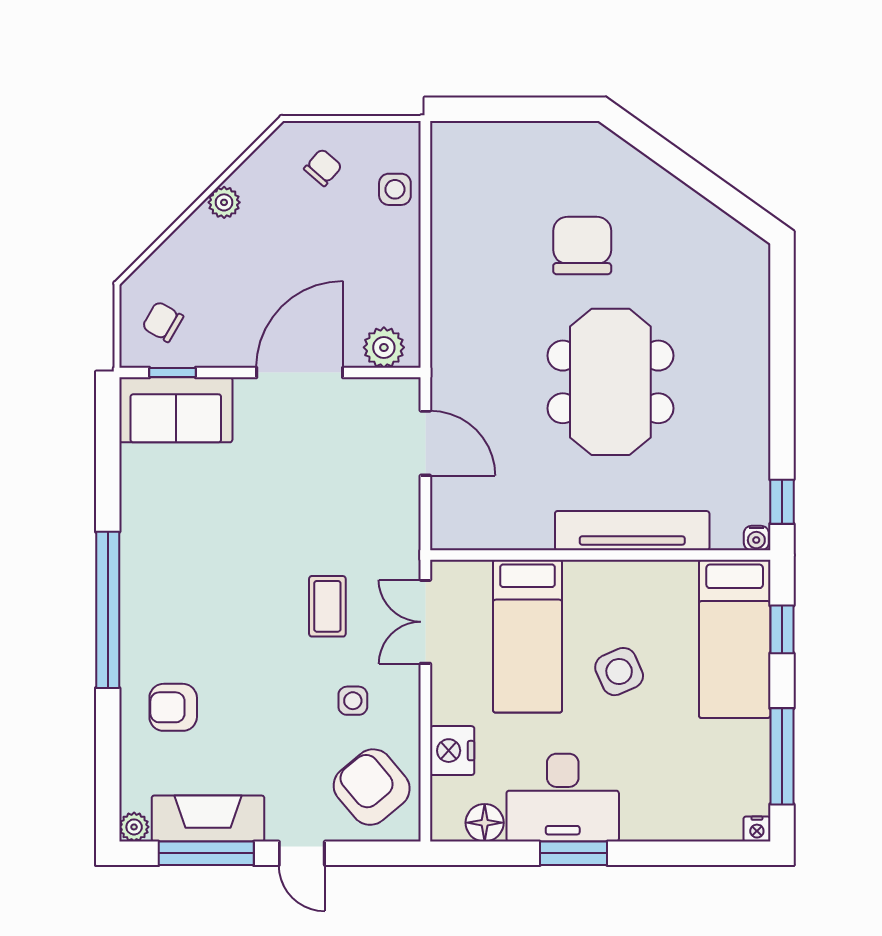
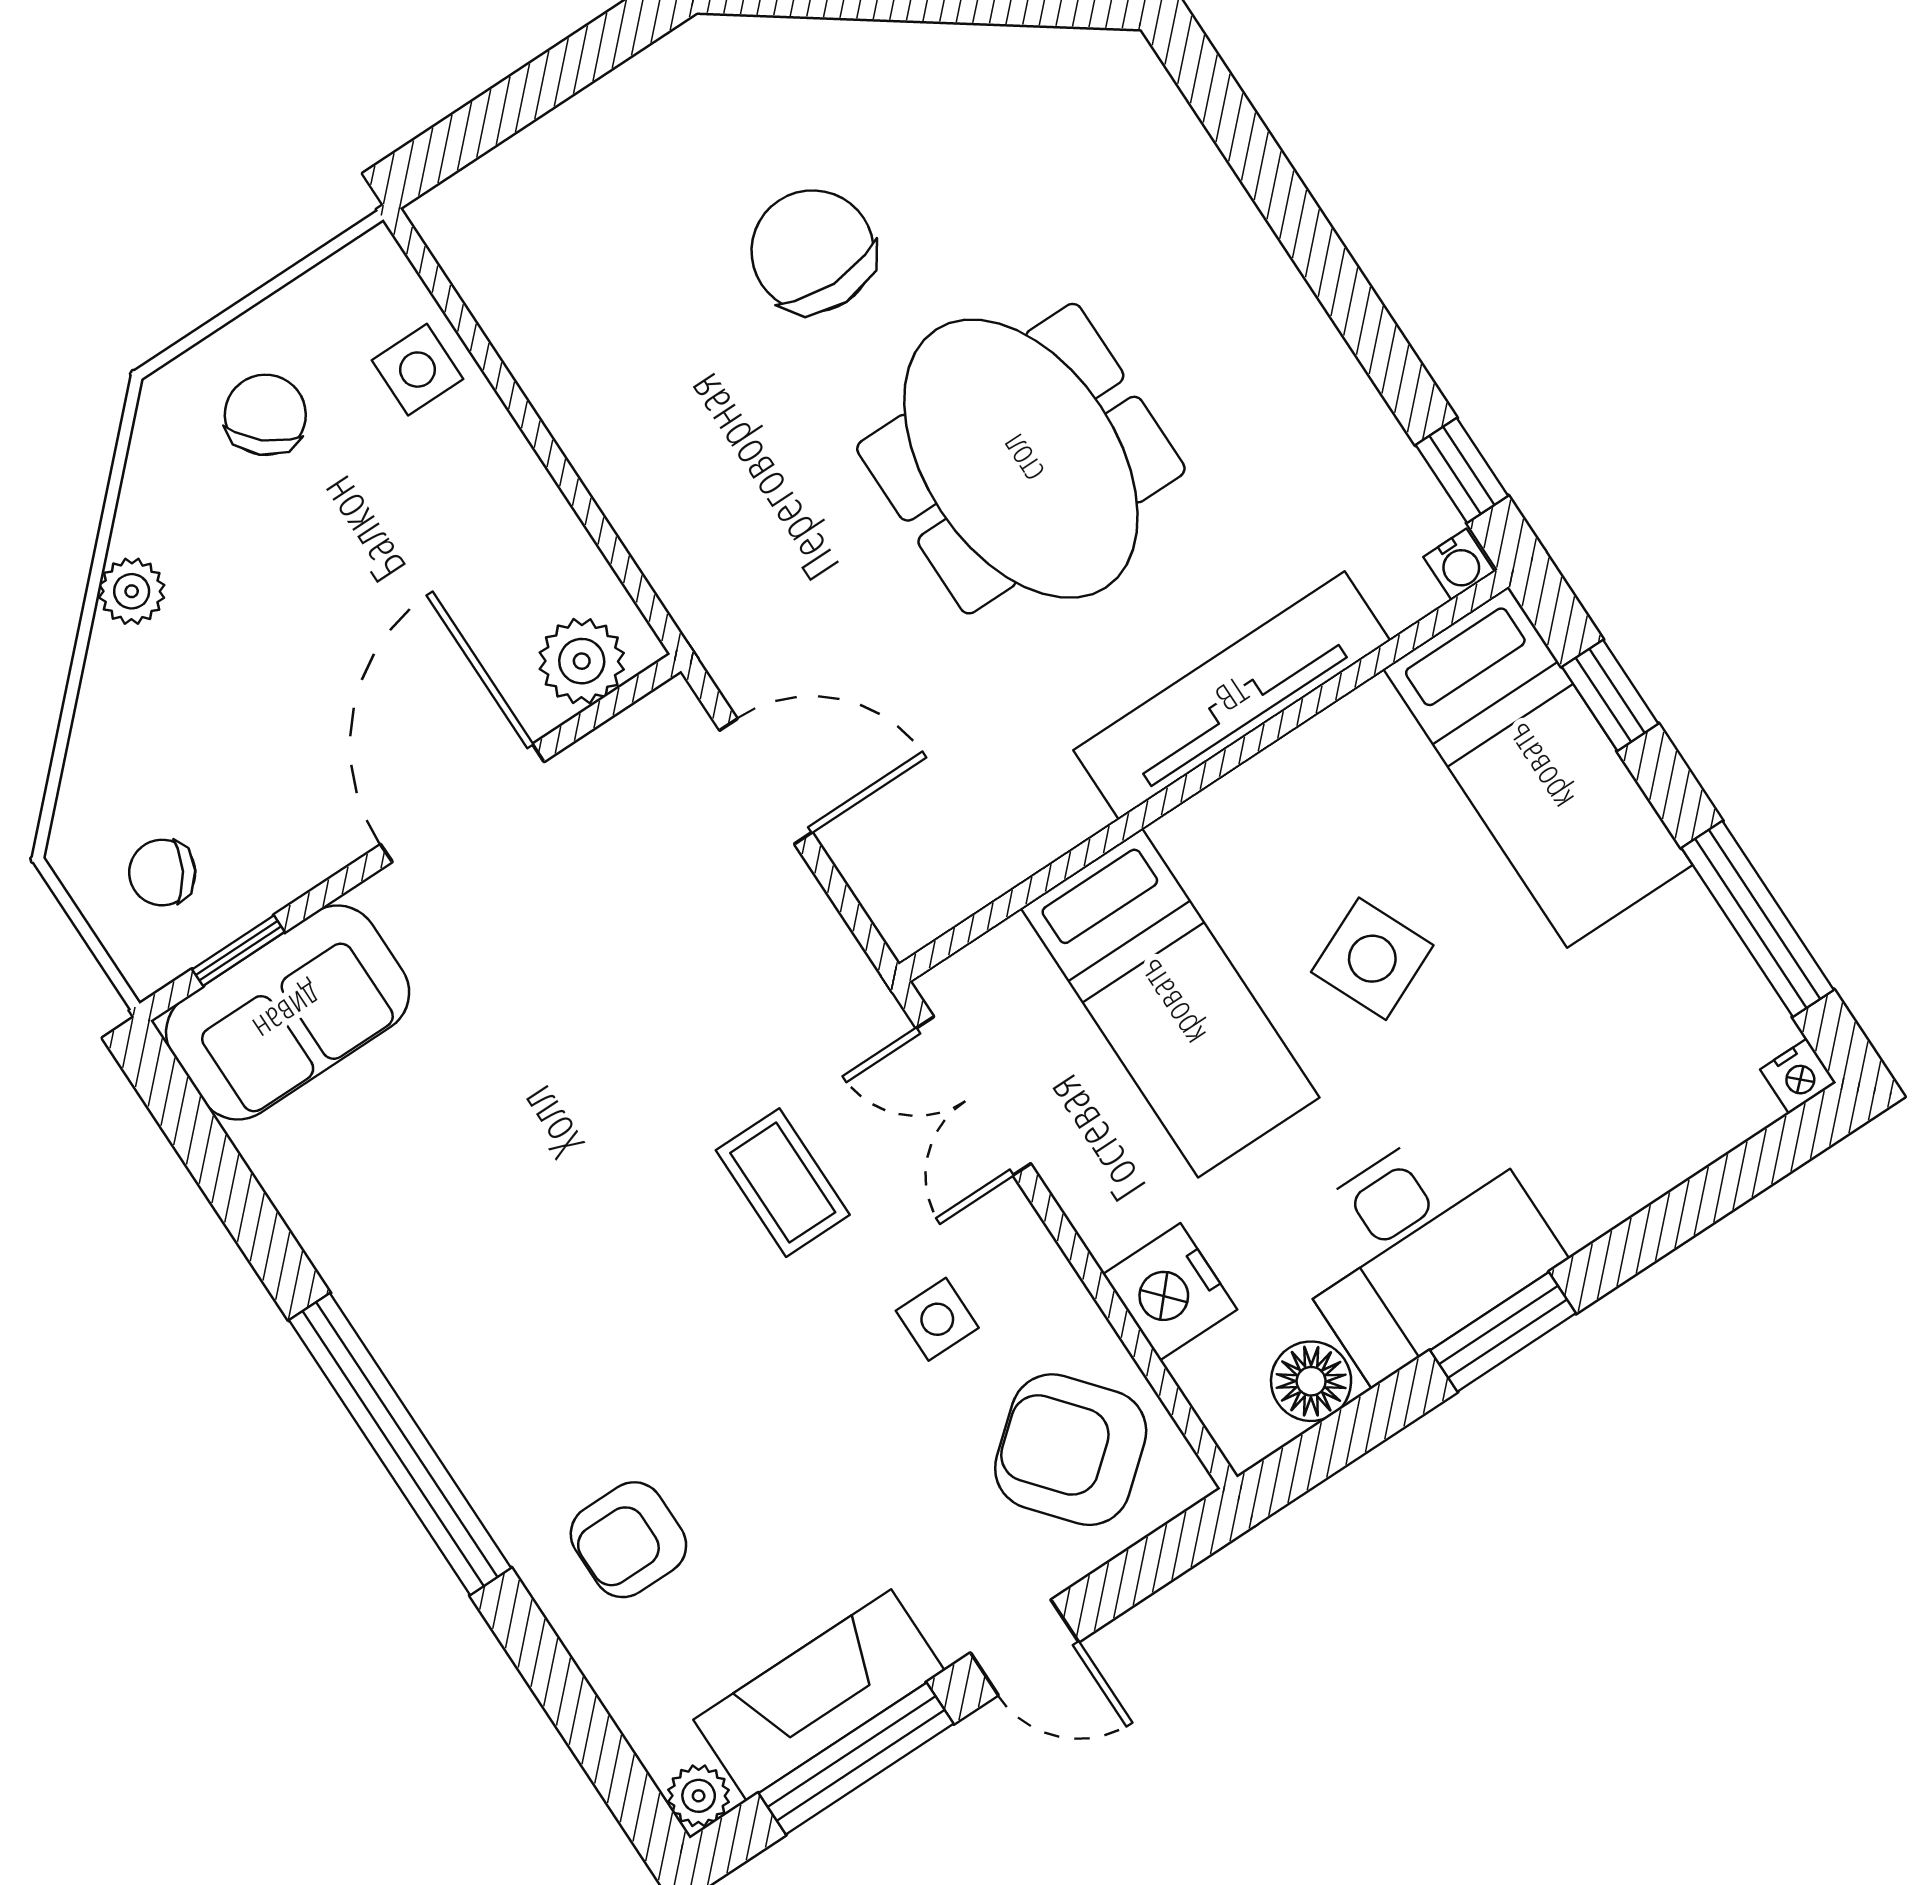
chair: (323, 167) -> (265, 415), width x1.37, depth x1.37

